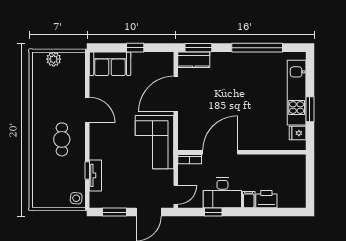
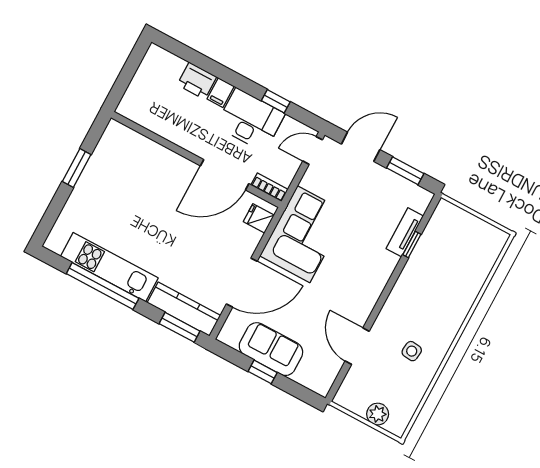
kitchen counter: (194, 60) -> (184, 309), width x1.50
sofa: (110, 64) -> (271, 349), moved
kitchen unit: (297, 93) -> (109, 267), moved, turned -90
door: (87, 110) -> (357, 346), moved
fridge: (298, 133) -> (259, 218), moved, turned 180
cafe table: (62, 139) -> (423, 303), removed
side table: (76, 198) -> (412, 351), moved

